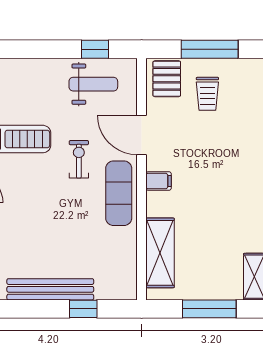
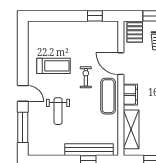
weight bench: (93, 84) -> (58, 111), moved, turned 90
filing cabinet: (159, 181) -> (130, 95), width x2.00
bench: (50, 289) -> (89, 150), moved

